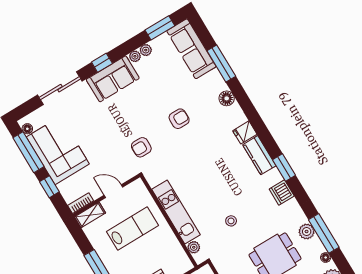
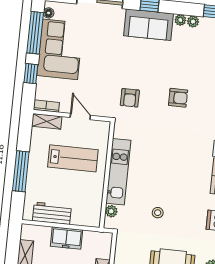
armchair: (141, 147) -> (130, 98), turned -90

